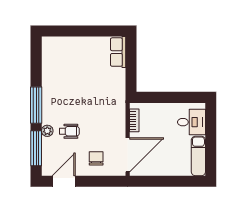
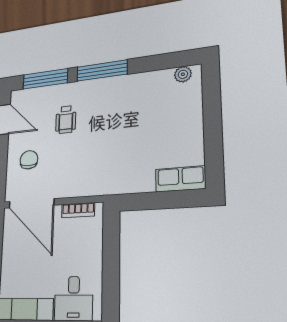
plant: (47, 131) -> (183, 74), moved
chair: (96, 158) -> (29, 160), turned -90

